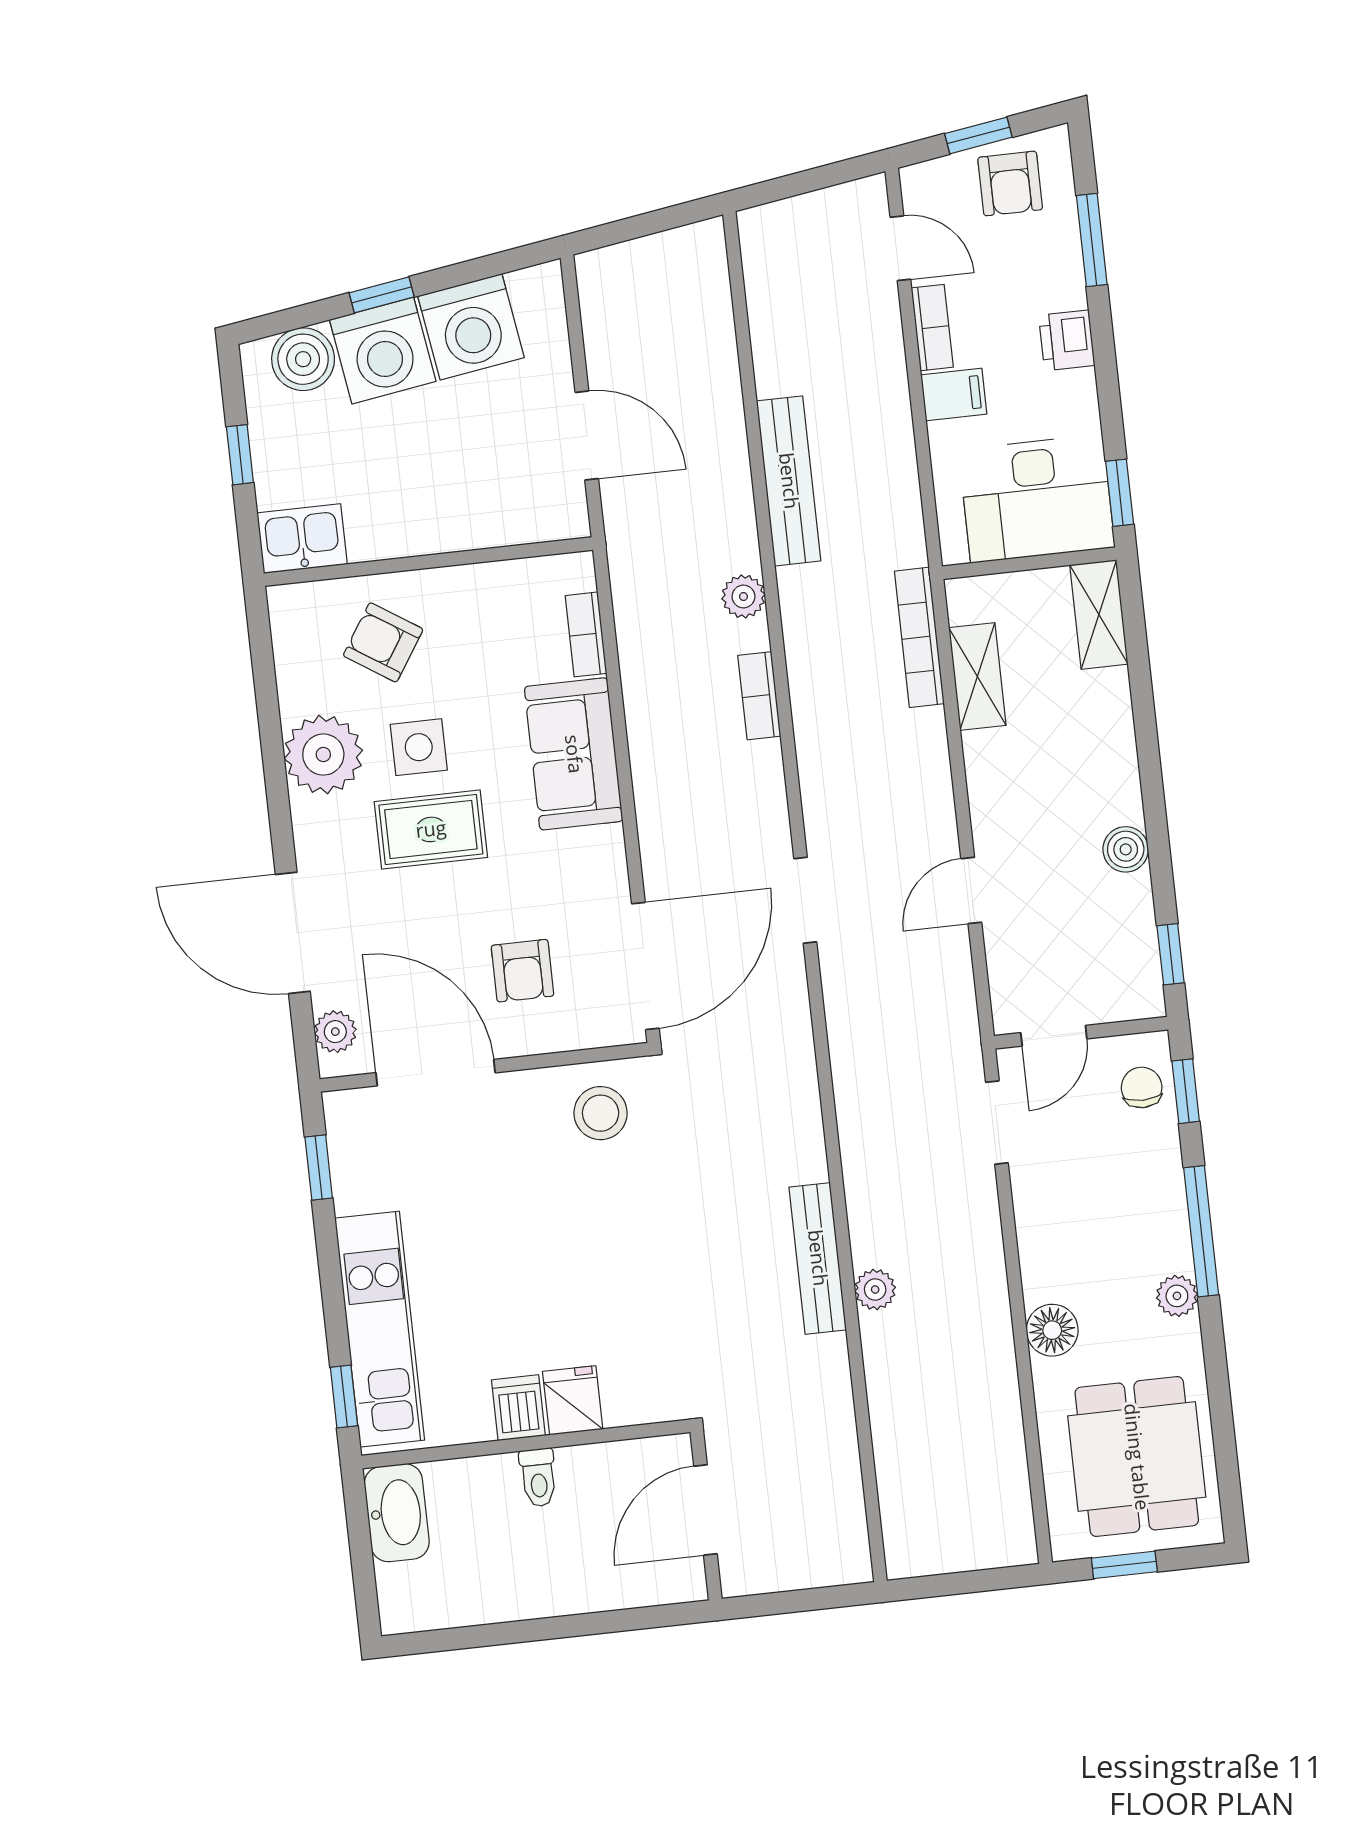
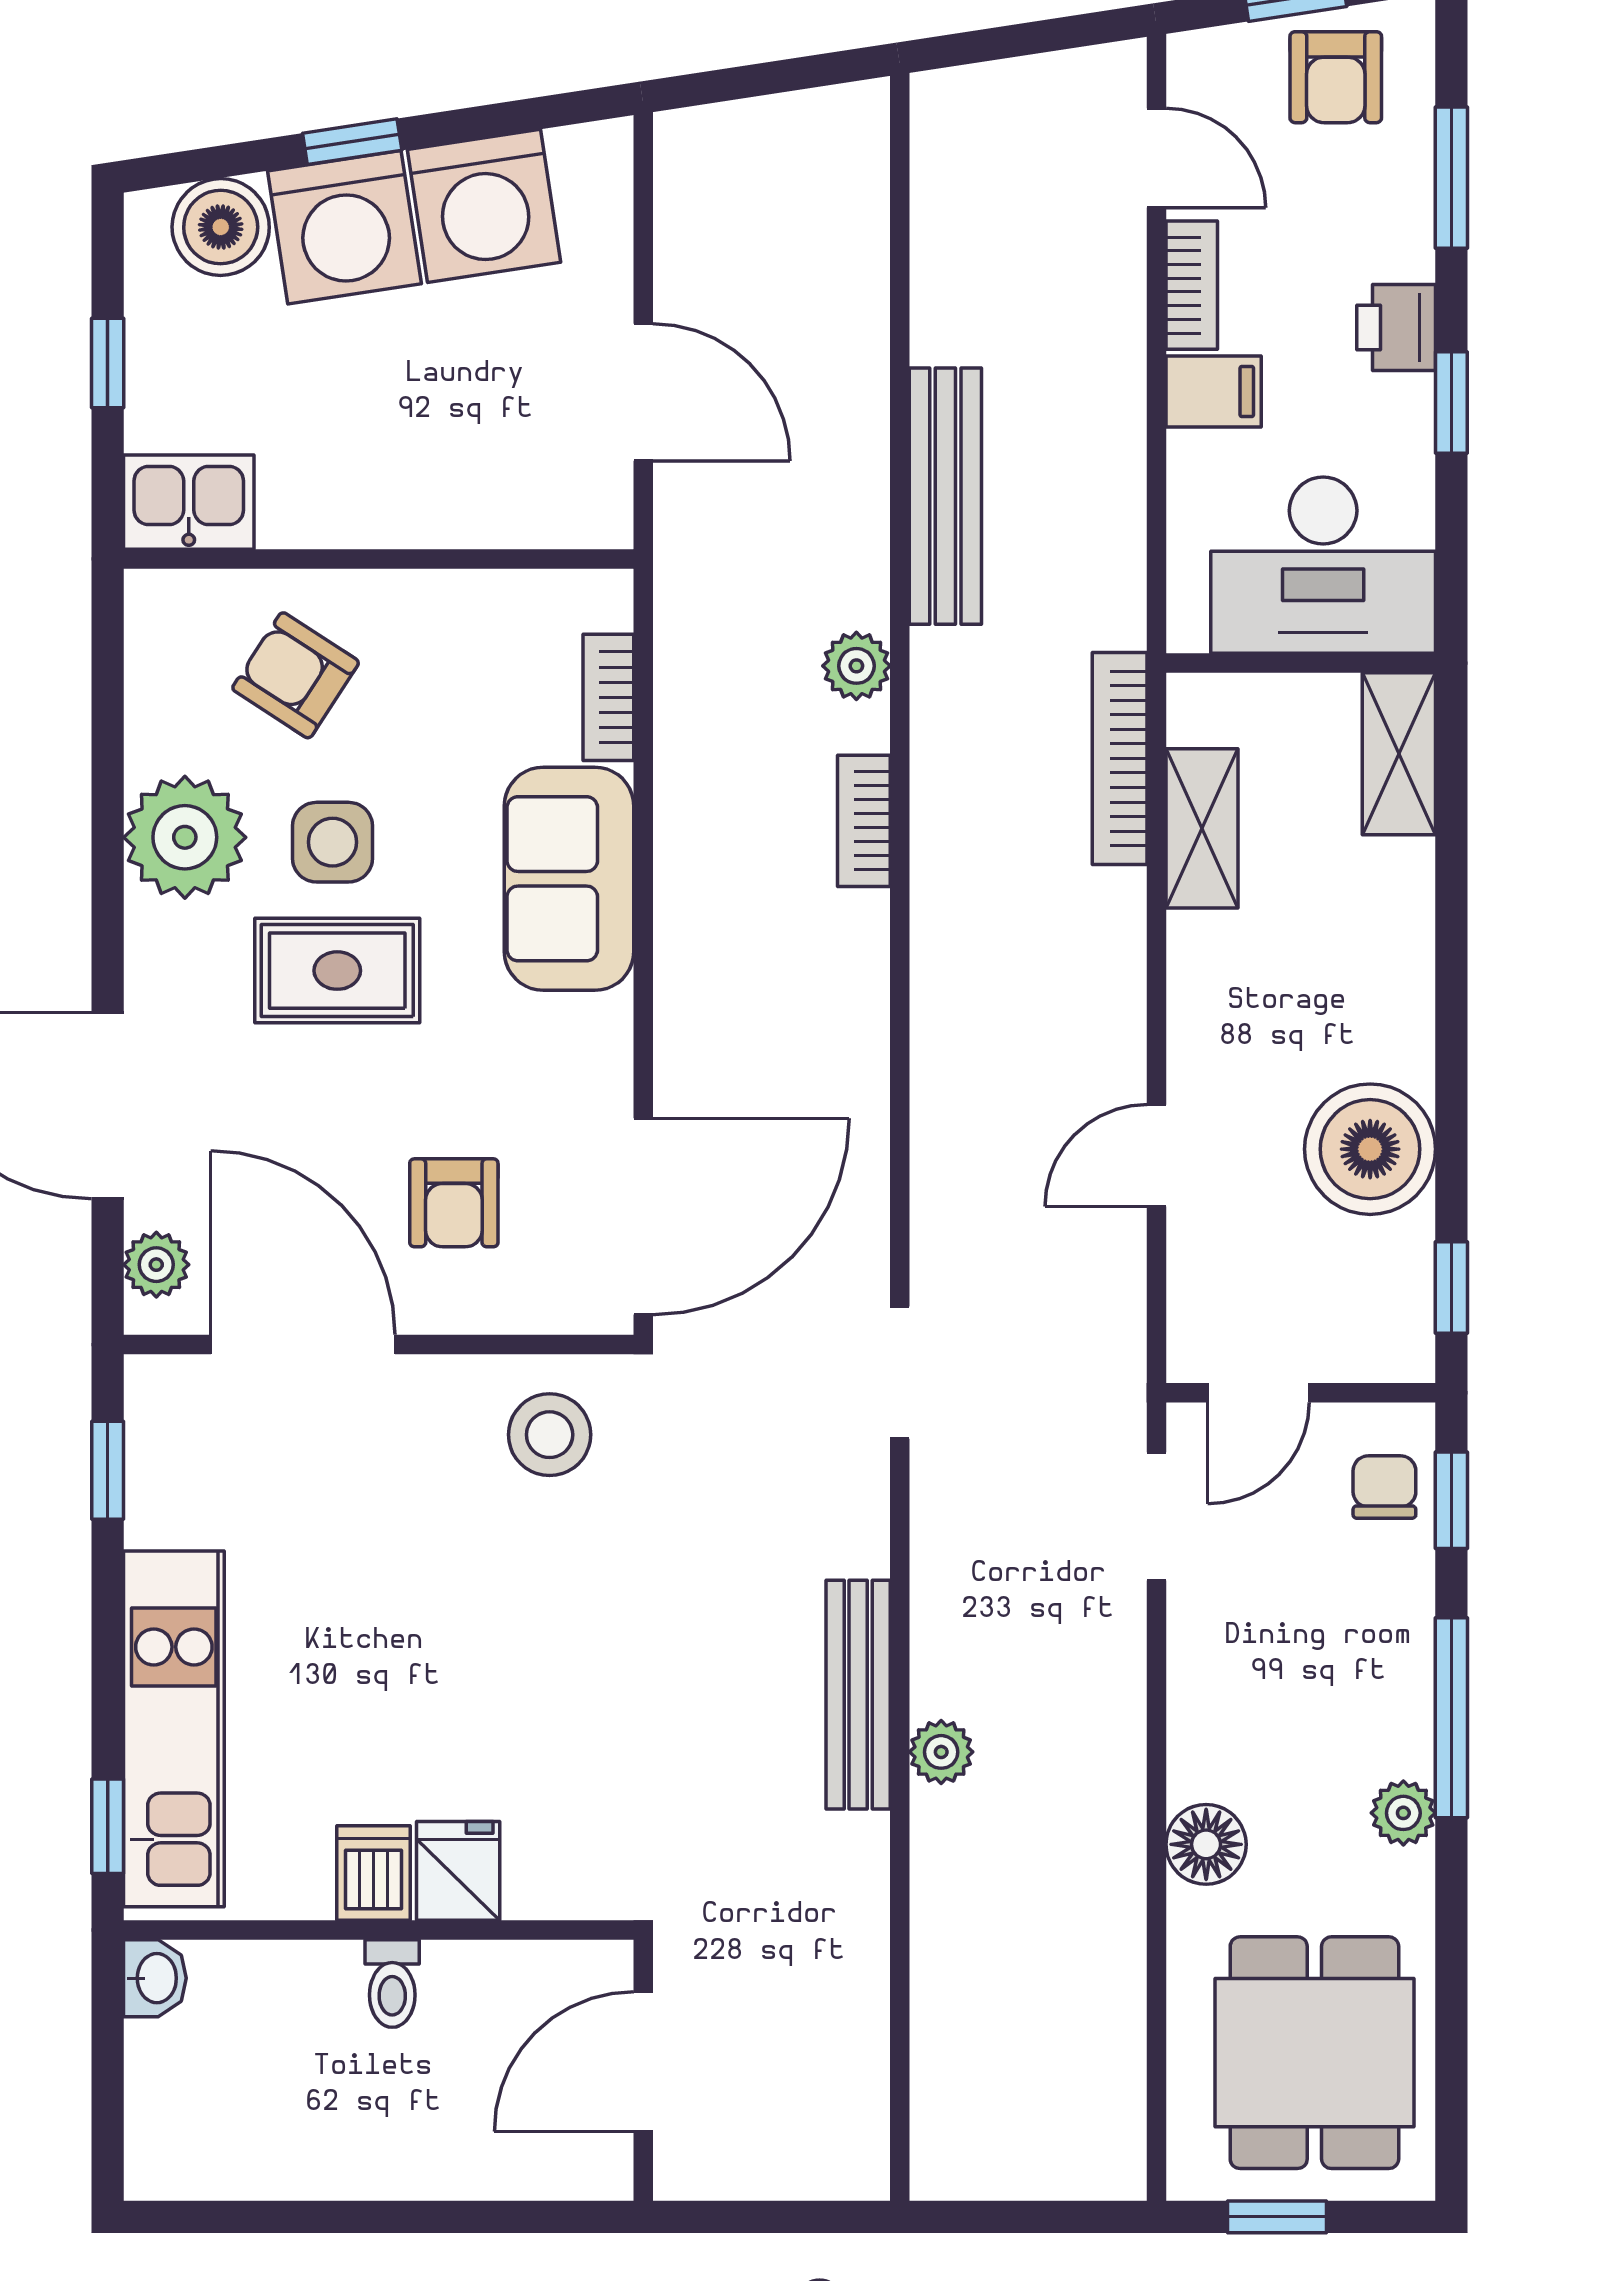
window: (1120, 493) -> (1451, 402), moved
boiler: (1126, 849) -> (1370, 1149), width x1.86, depth x1.86
doorway: (805, 900) -> (900, 1373), moved
washbasin: (397, 1513) -> (155, 1978), width x0.52, depth x0.69

